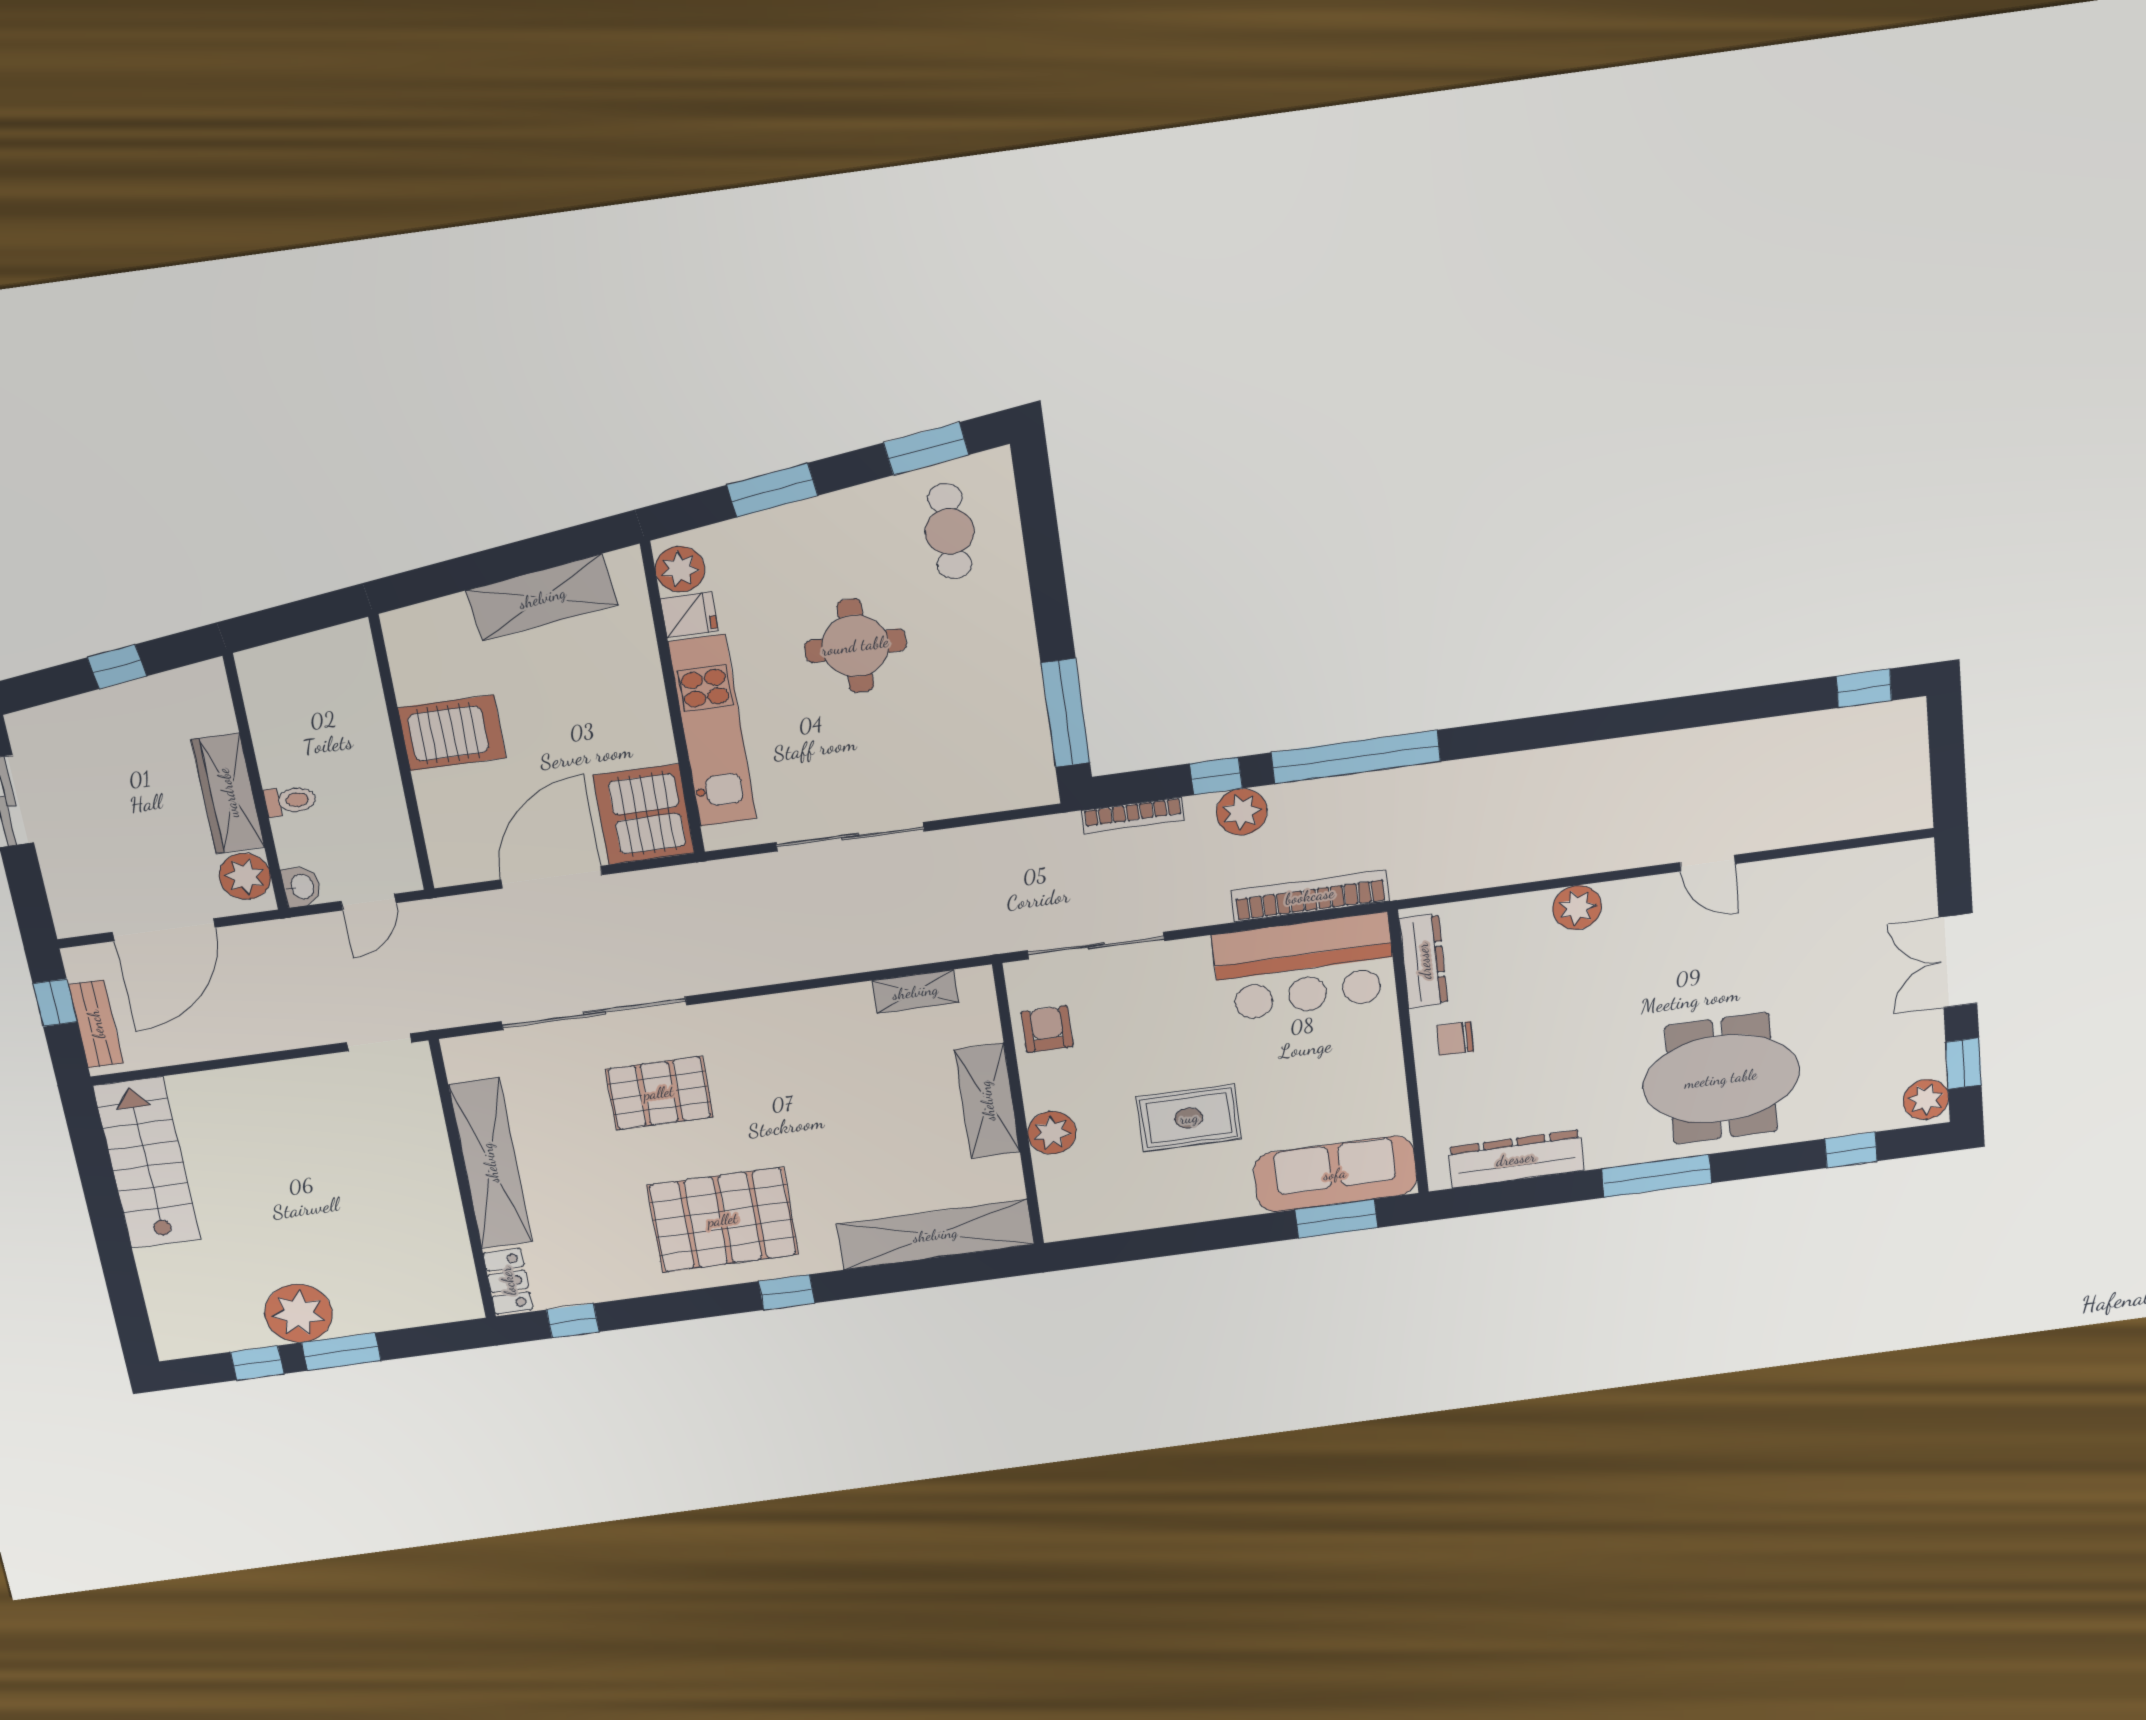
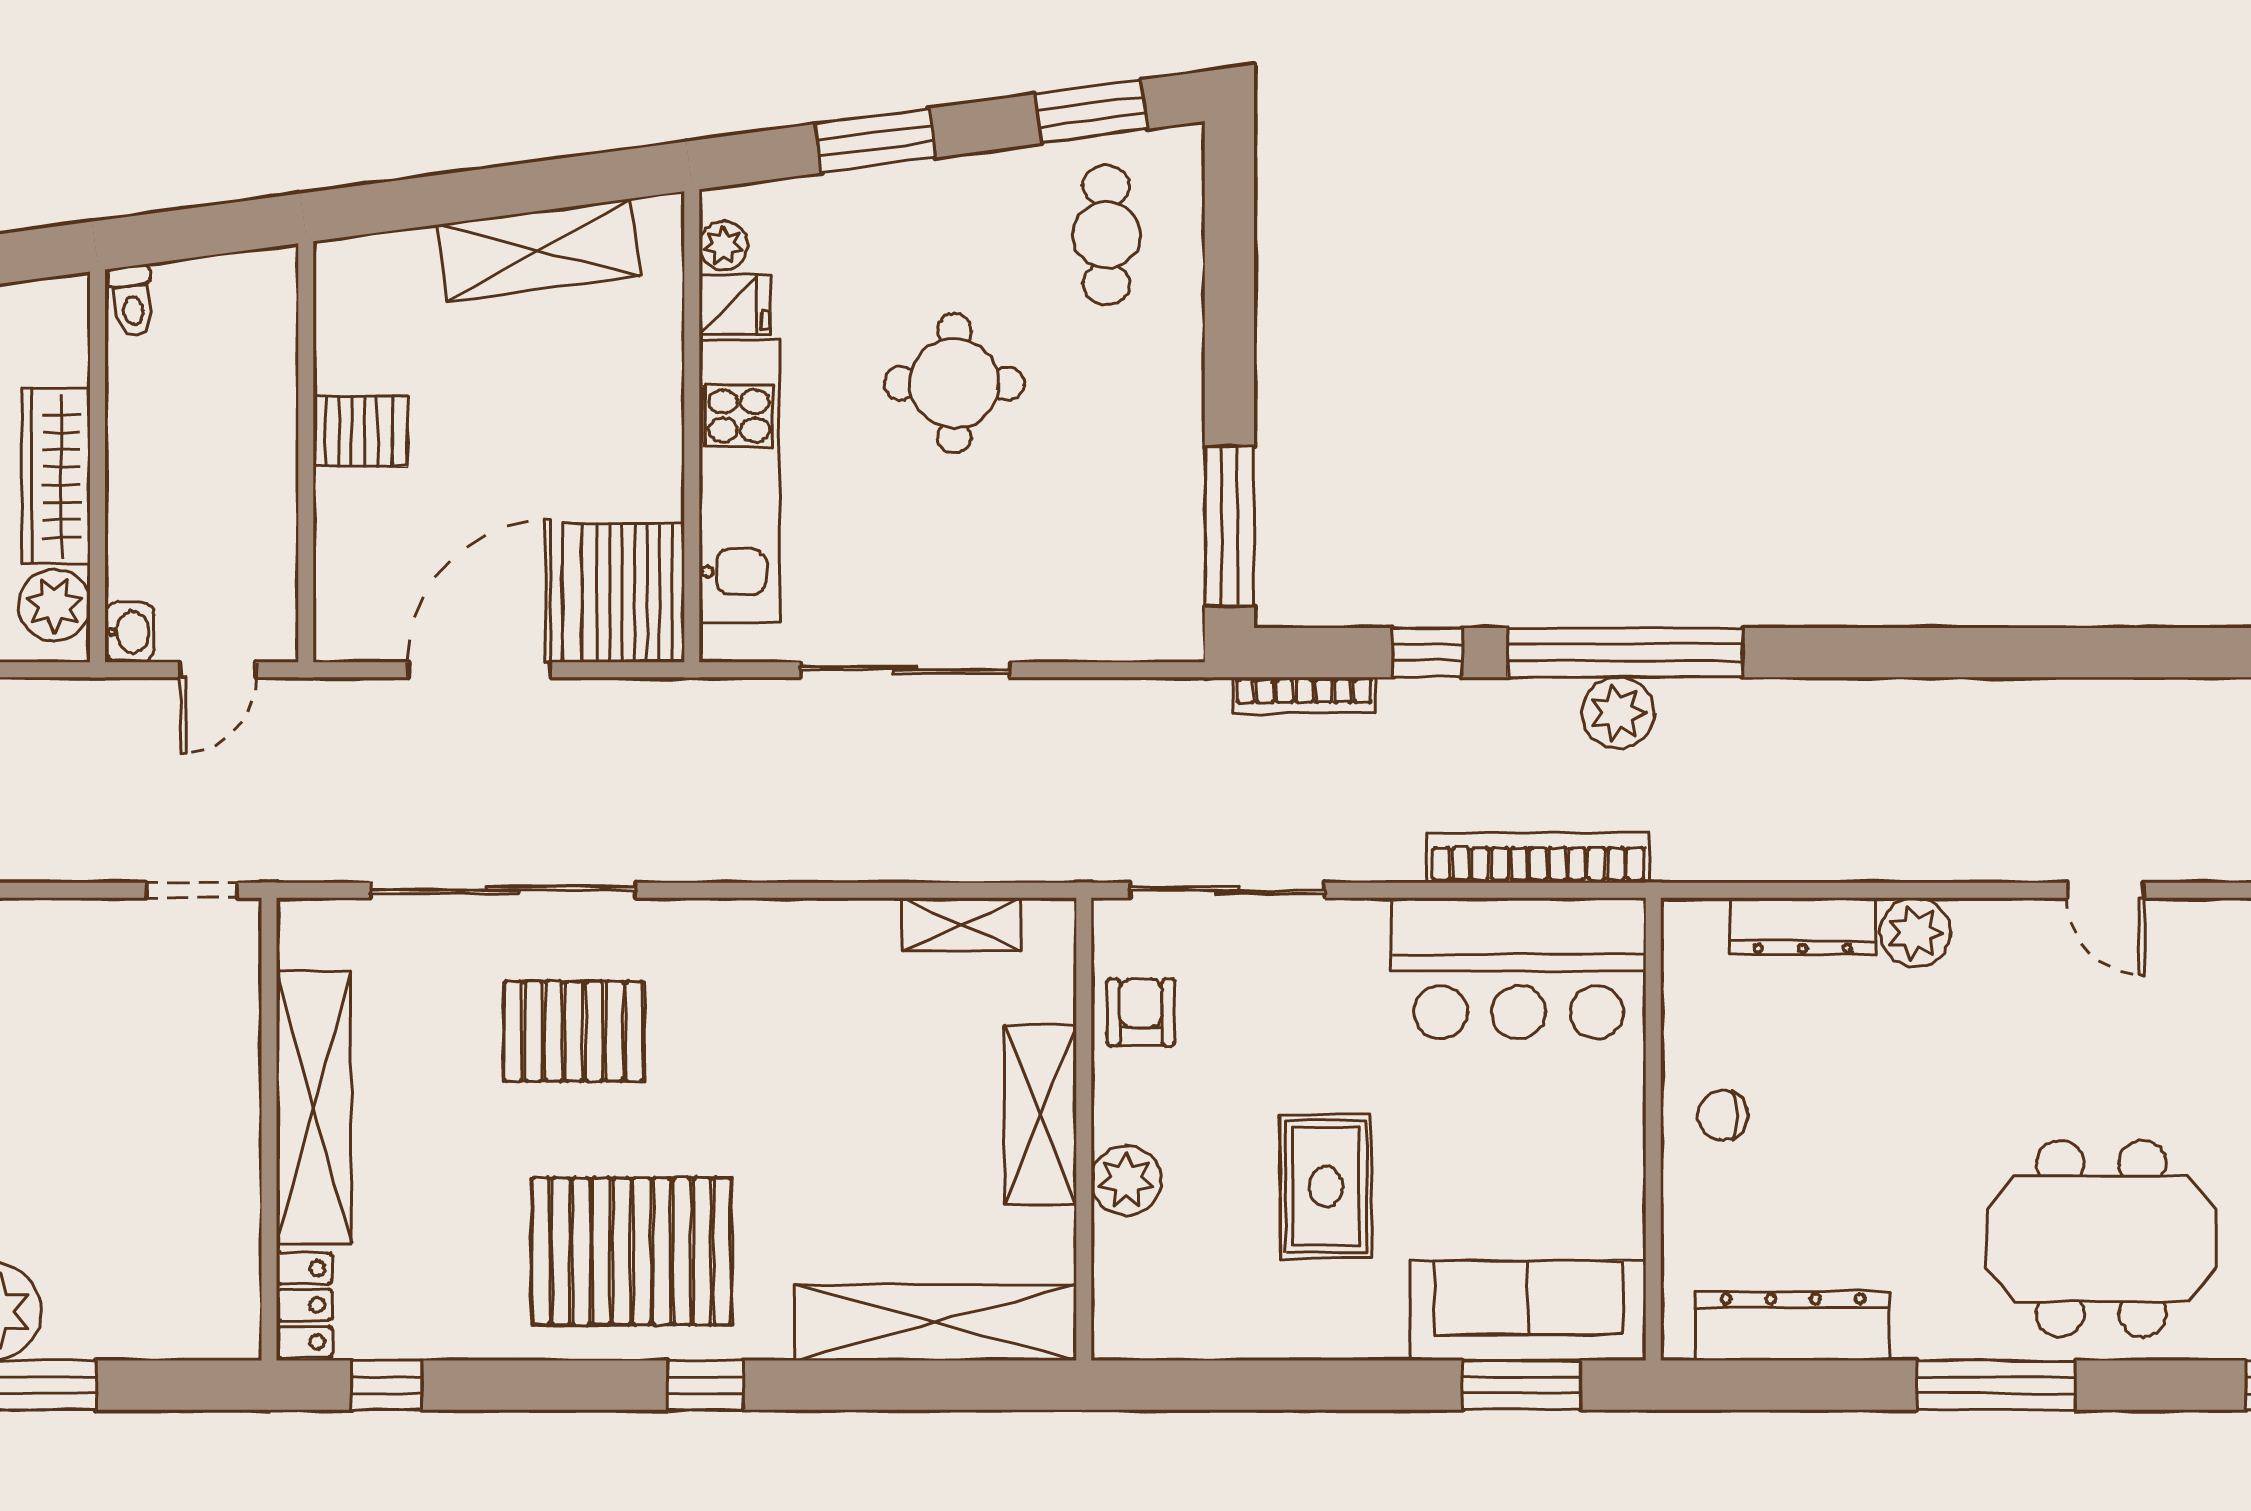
plant: (680, 569) -> (724, 245), width x0.73, depth x0.73
server rack: (452, 733) -> (360, 431), width x0.73, depth x0.70
toilet: (290, 801) -> (132, 301), moved, turned 82
plant: (1242, 812) -> (1618, 713), moved
dresser: (1424, 961) -> (1803, 926), moved, turned 90
rug: (1189, 1118) -> (1326, 1187), turned 90

